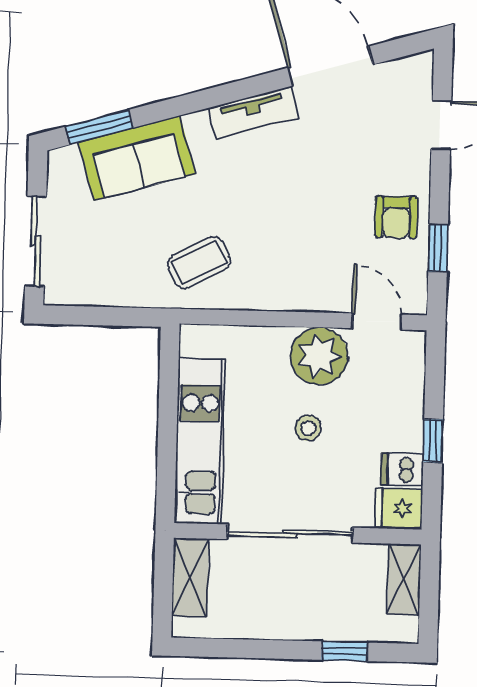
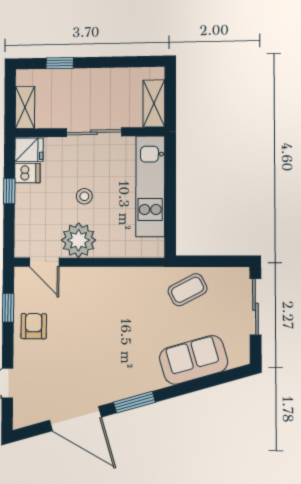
tv unit: (254, 113) -> (122, 389), removed
window: (99, 127) -> (134, 402), moved
coffee table: (199, 262) -> (188, 290), moved
sliding door: (290, 533) -> (94, 132), width x0.73

